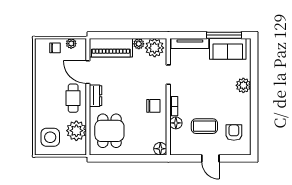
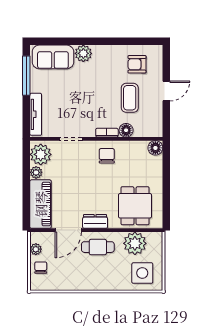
sofa: (228, 49) -> (53, 57), moved, turned 90
dining table: (109, 131) -> (135, 206), turned 90

